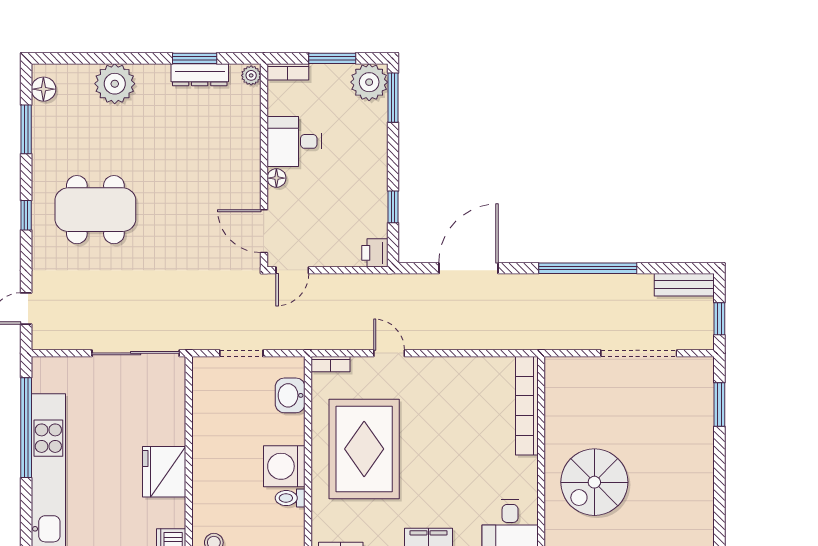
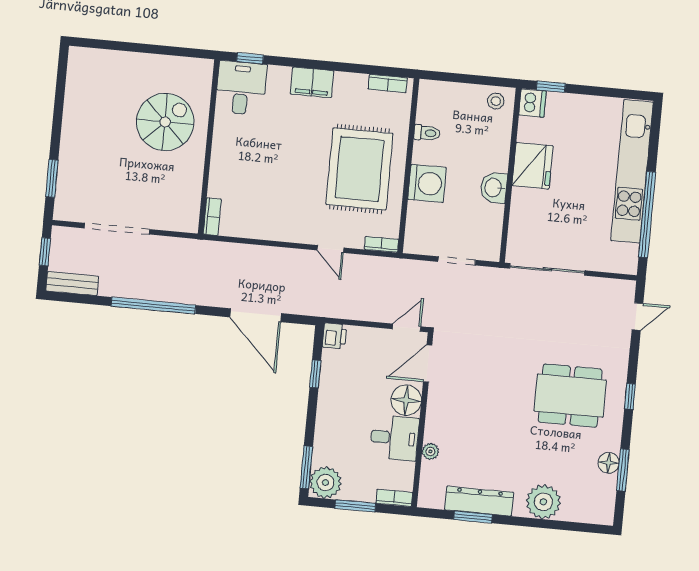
dresser: (200, 75) -> (479, 501), width x1.37, depth x1.24
plant: (251, 75) -> (430, 451), moved
floor lamp: (43, 89) -> (609, 463), moved
floor lamp: (276, 178) -> (406, 400), width x1.89, depth x1.89
door: (264, 231) -> (428, 364), swing flipped
door: (468, 268) -> (256, 315), hinge flipped
washbasin: (290, 395) -> (494, 188), moved, turned 180
bookcase: (527, 406) -> (212, 217), width x0.43, depth x0.76
washing machine: (284, 466) -> (427, 183), moved

